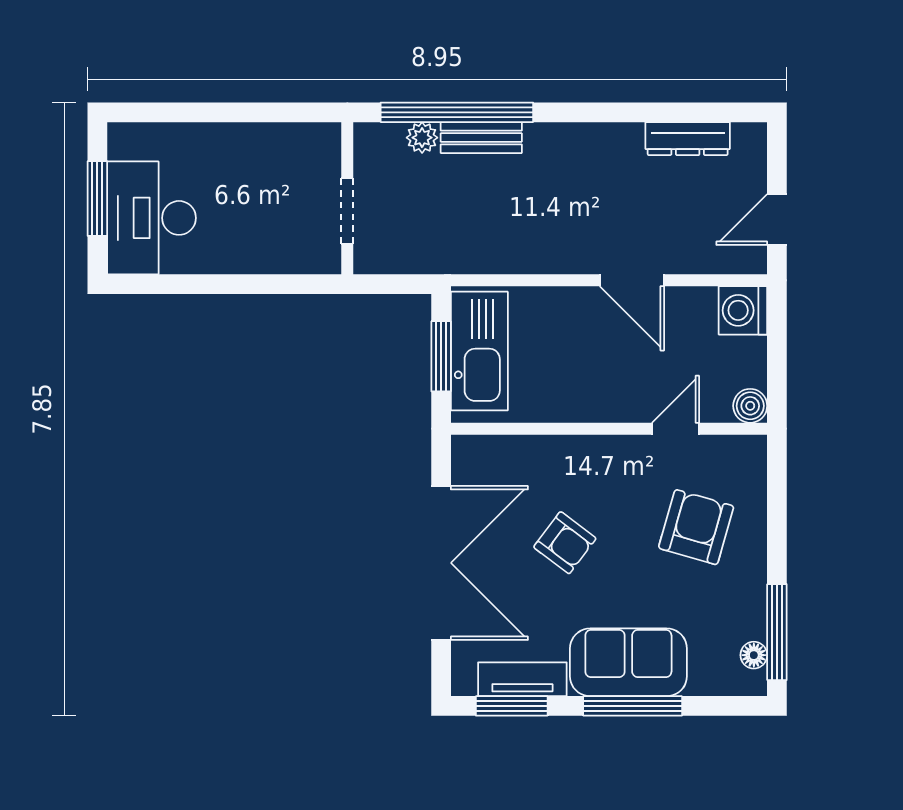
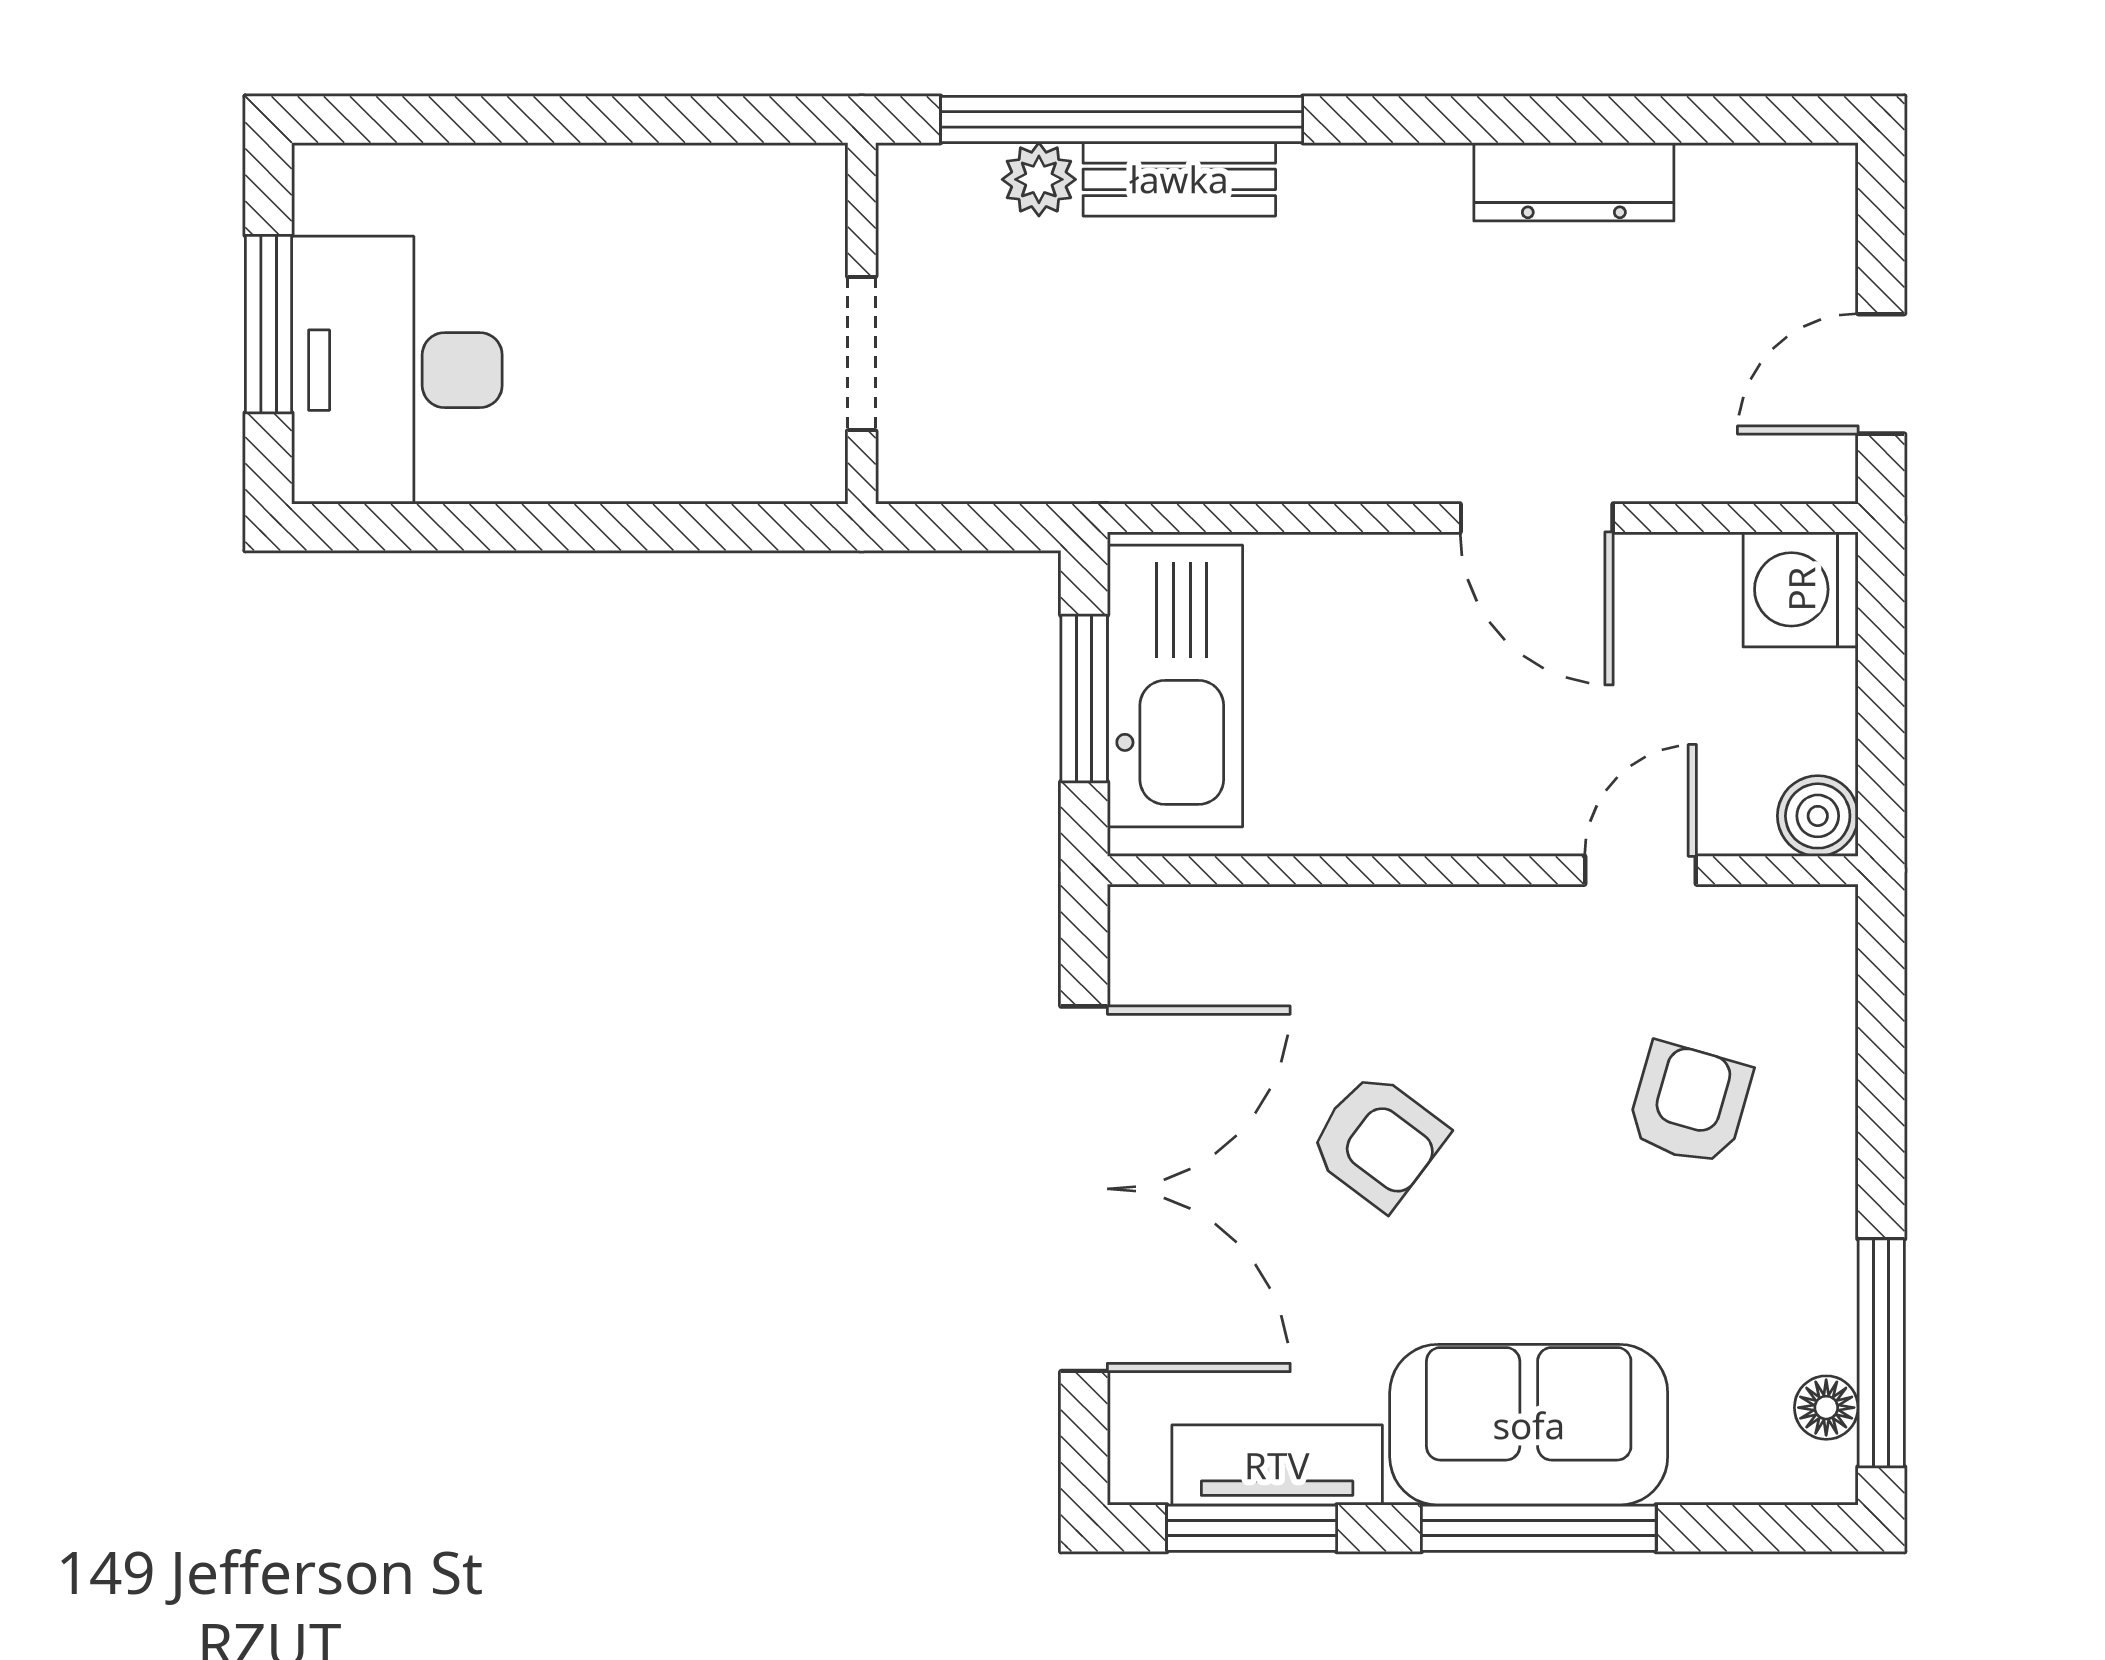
dresser: (688, 139) -> (1574, 182), moved
armchair: (696, 527) -> (1689, 1104), width x0.72, depth x0.72

